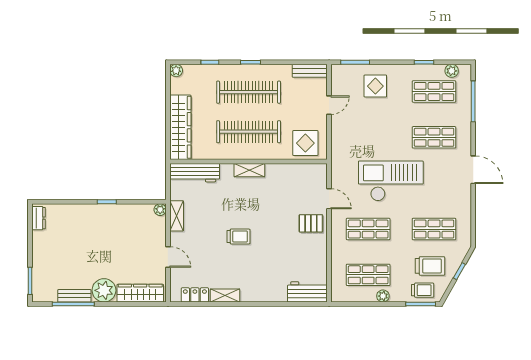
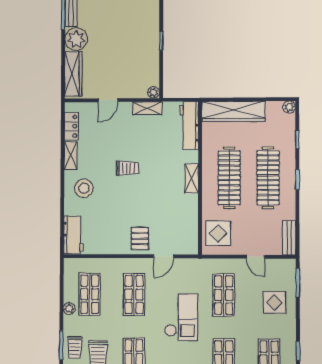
shop shelf: (368, 137) -> (224, 295), added
checkout: (391, 181) -> (181, 317), width x0.73, depth x0.83
trolley: (238, 236) -> (127, 168), turned -90
stool: (259, 282) -> (84, 188), added

